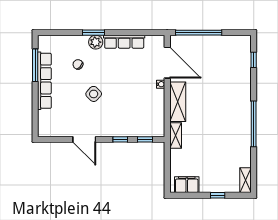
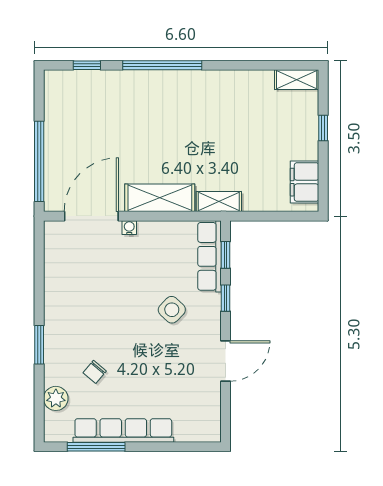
plant: (96, 42) -> (56, 398), moved
row of seats: (124, 42) -> (209, 256), moved, turned 180
side table: (94, 94) -> (172, 310), moved
window: (254, 124) -> (162, 65), moved

